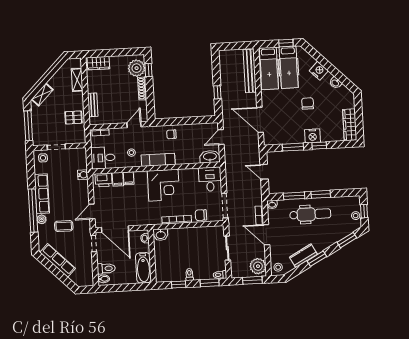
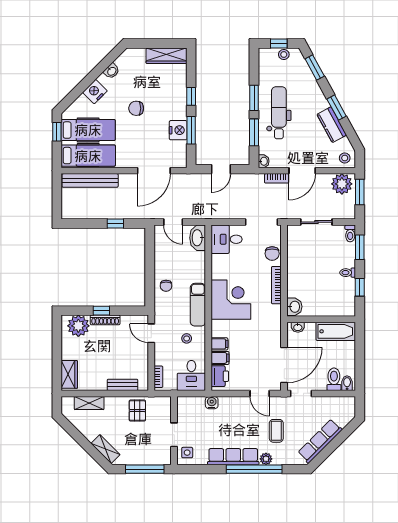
window: (148, 70) -> (101, 311), moved
nightstand: (313, 136) -> (178, 130), moved

